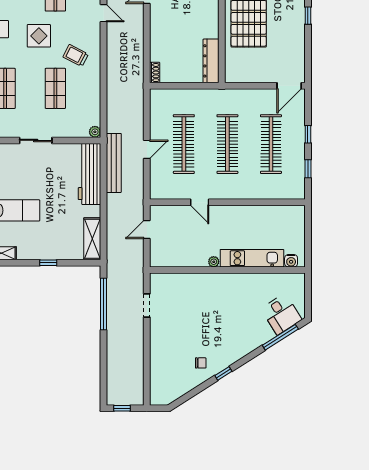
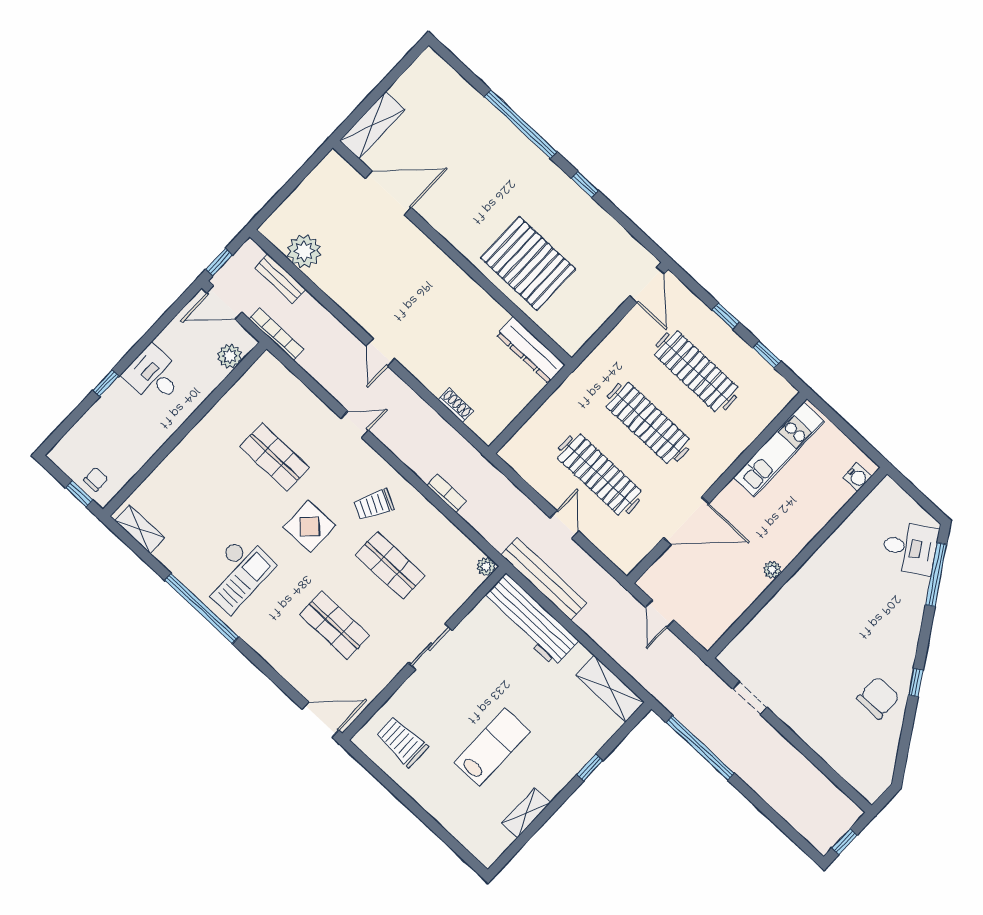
shoe rack: (155, 73) -> (456, 405), moved
bookcase: (111, 83) -> (447, 493), added
door: (200, 202) -> (686, 521), width x1.87
kitchen unit: (252, 258) -> (779, 450), moved, turned 180
chair: (201, 363) -> (878, 698), width x1.87, depth x1.87

